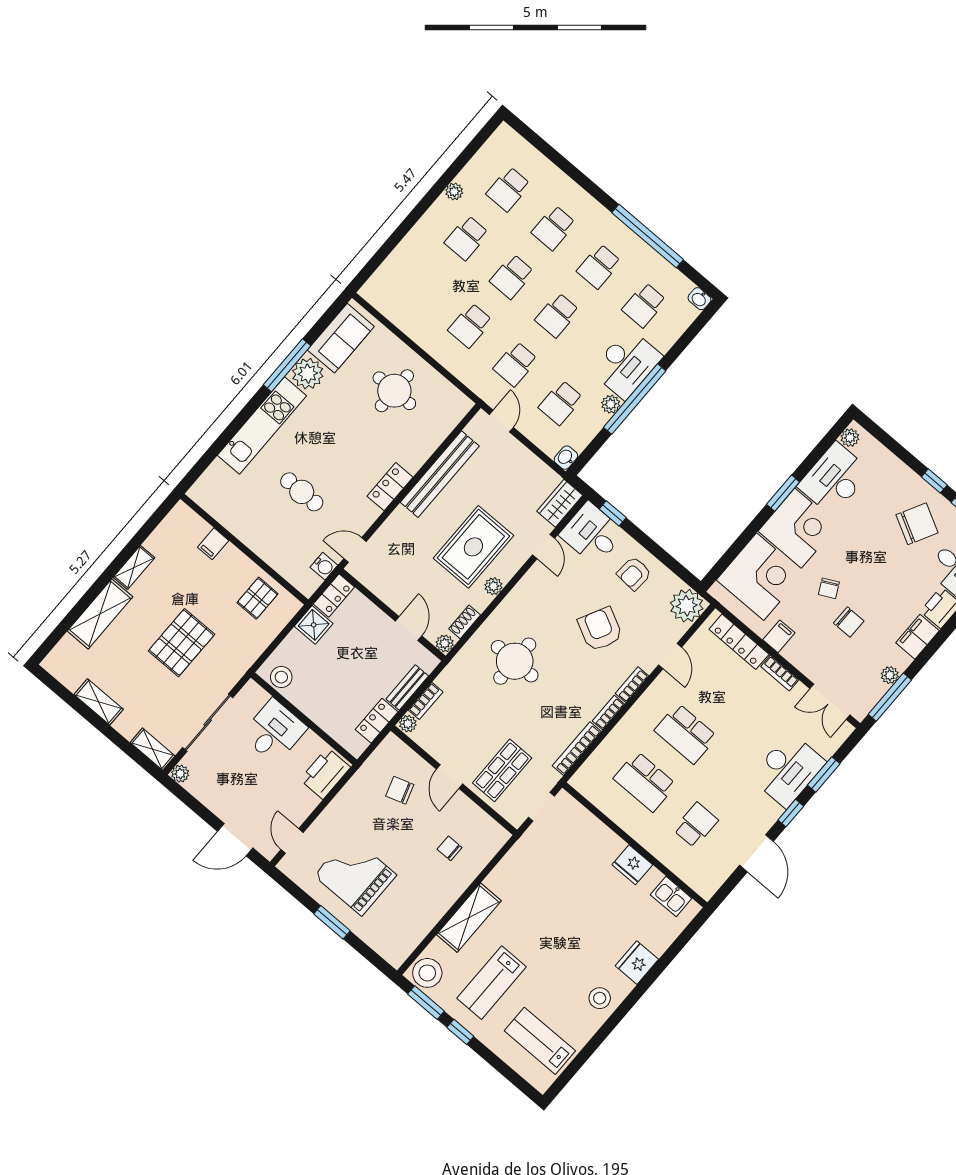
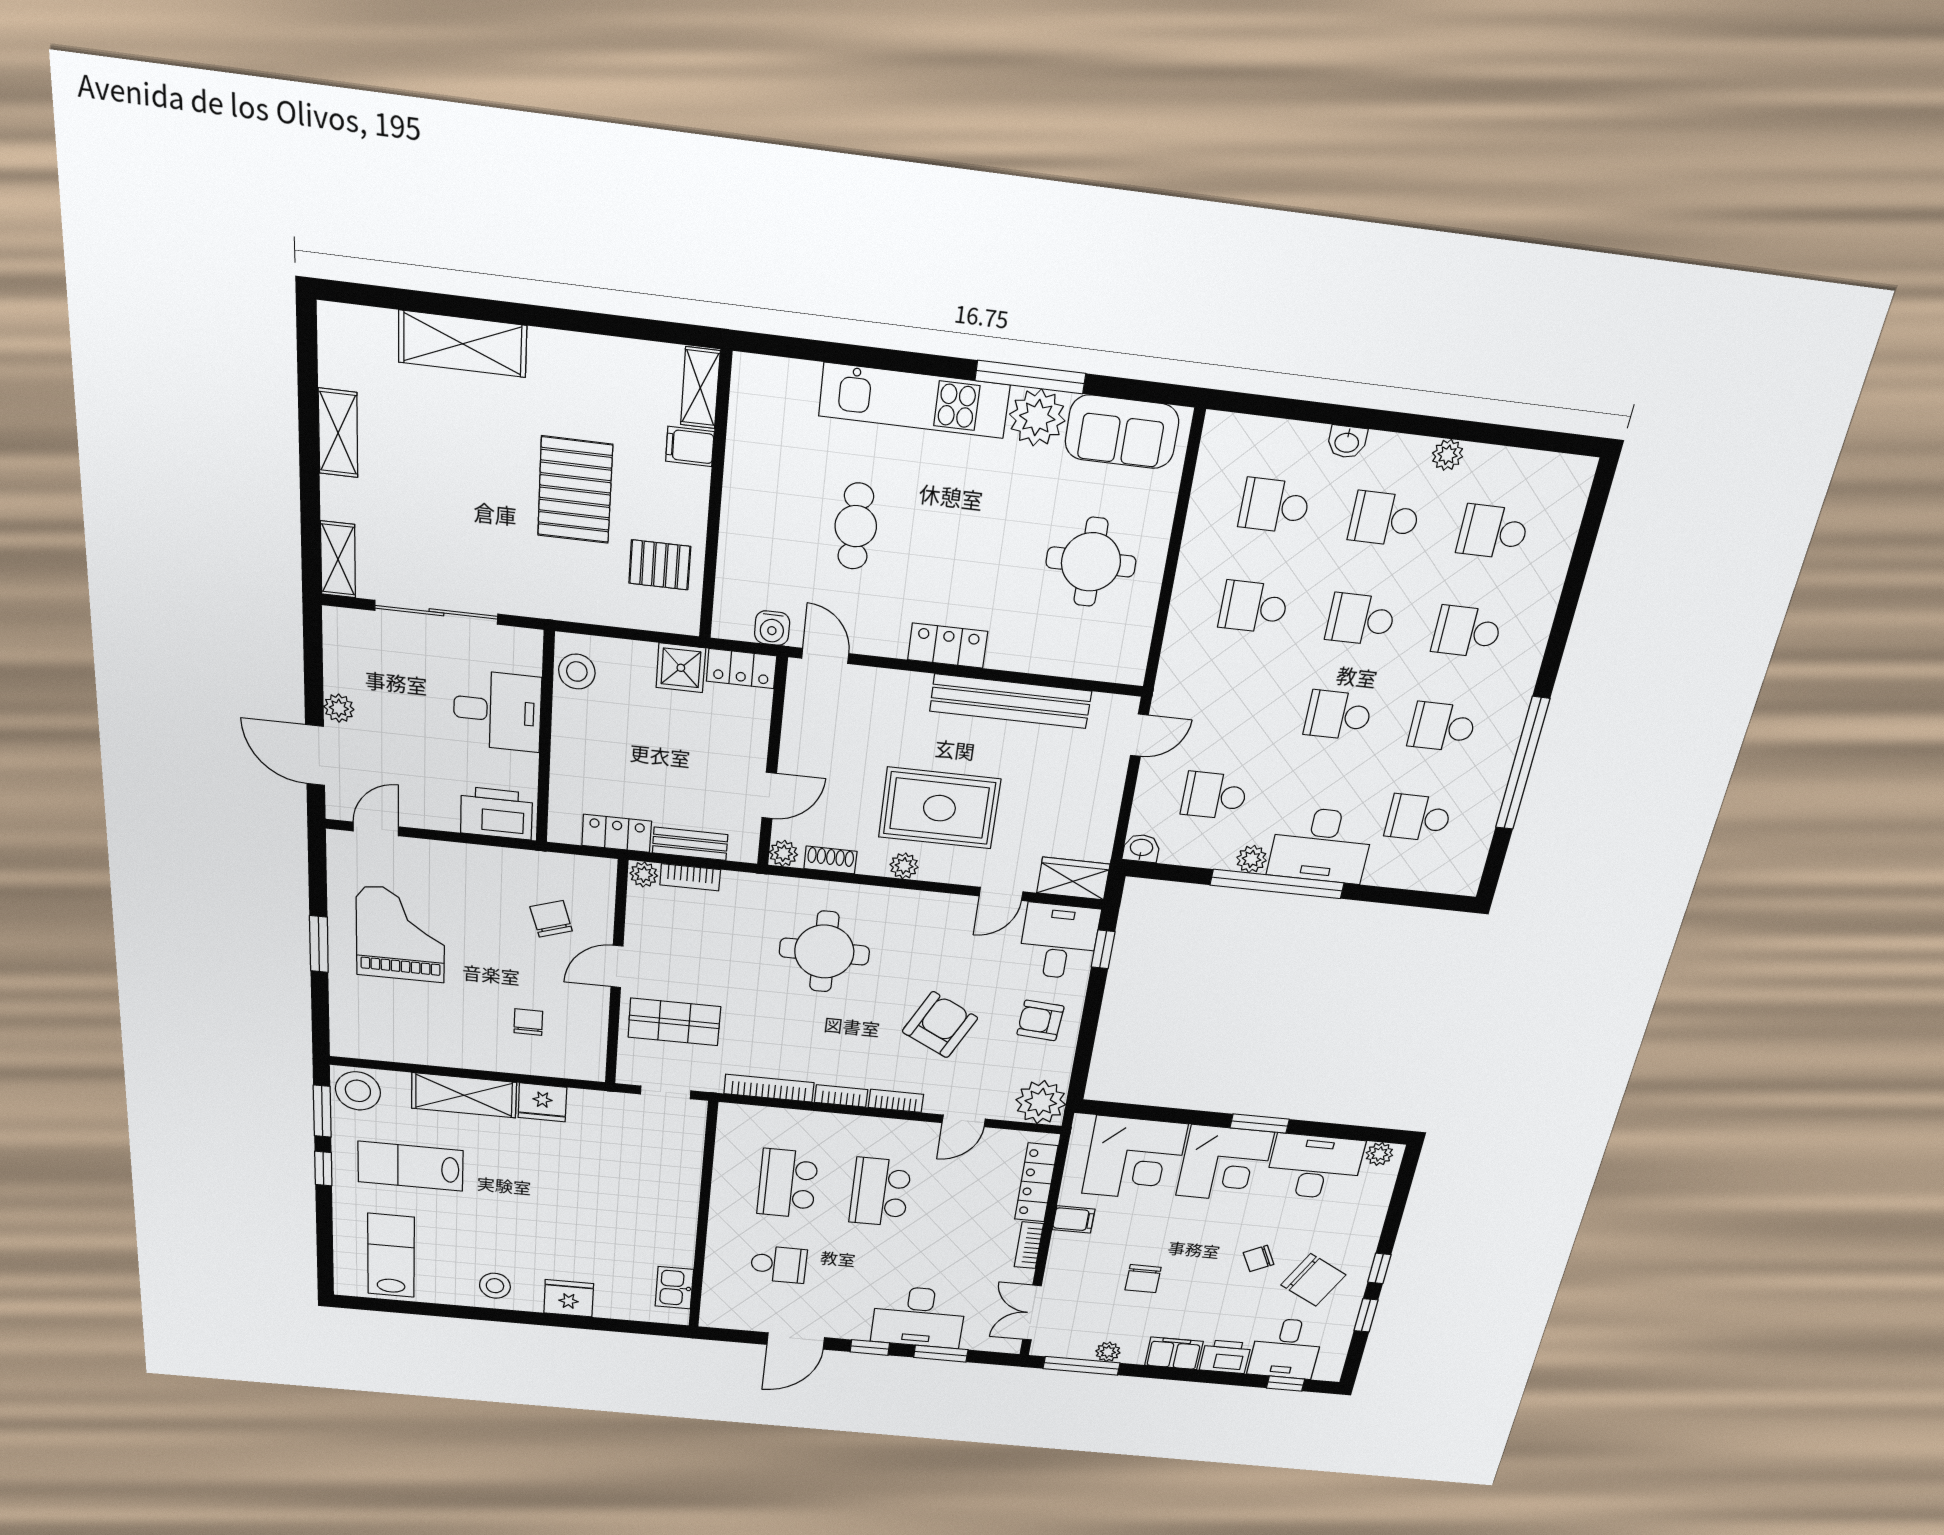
washbasin: (699, 299) -> (1347, 442), moved, turned -90
school desk: (515, 364) -> (1275, 506), moved
shelving: (134, 568) -> (700, 388), moved, turned 90
chair: (829, 588) -> (1259, 1259), moved
pallet: (181, 643) -> (575, 490), moved, turned 90
plant: (180, 774) -> (339, 708), moved
fridge: (632, 865) -> (542, 1102), moved, turned -90

